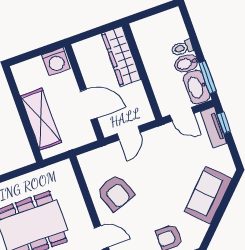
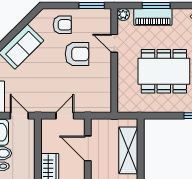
armchair: (116, 193) -> (77, 54), moved, turned 110

